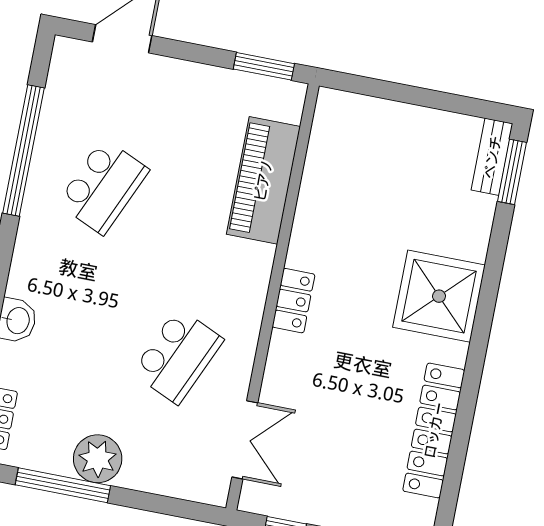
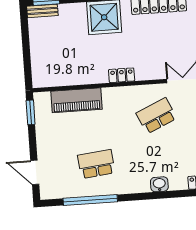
school desk: (103, 186) -> (96, 164), turned -30
school desk: (178, 356) -> (156, 116), turned -48

